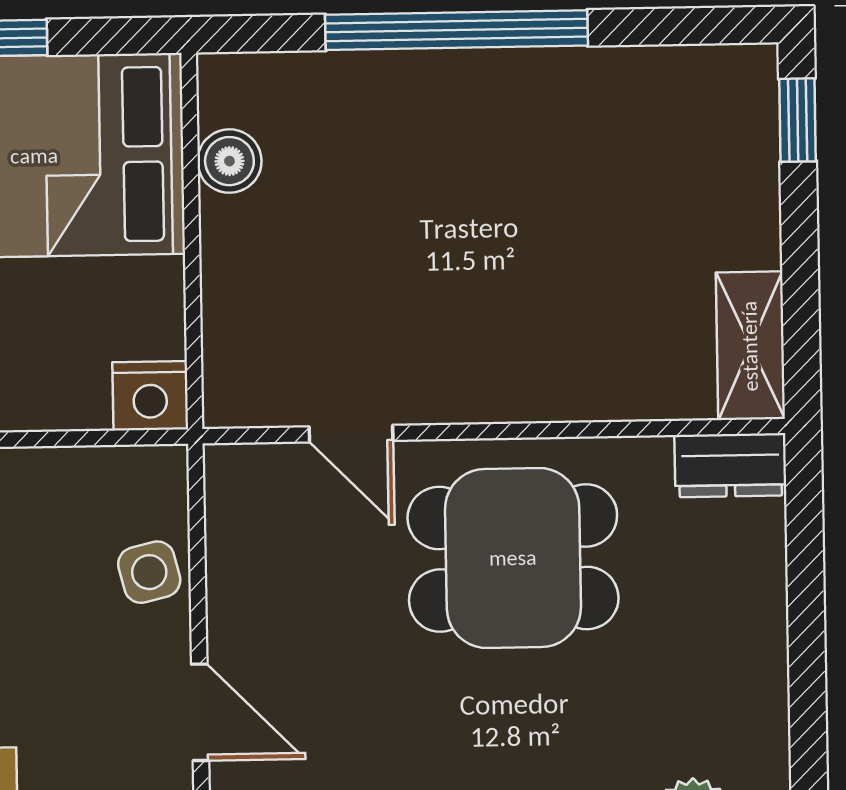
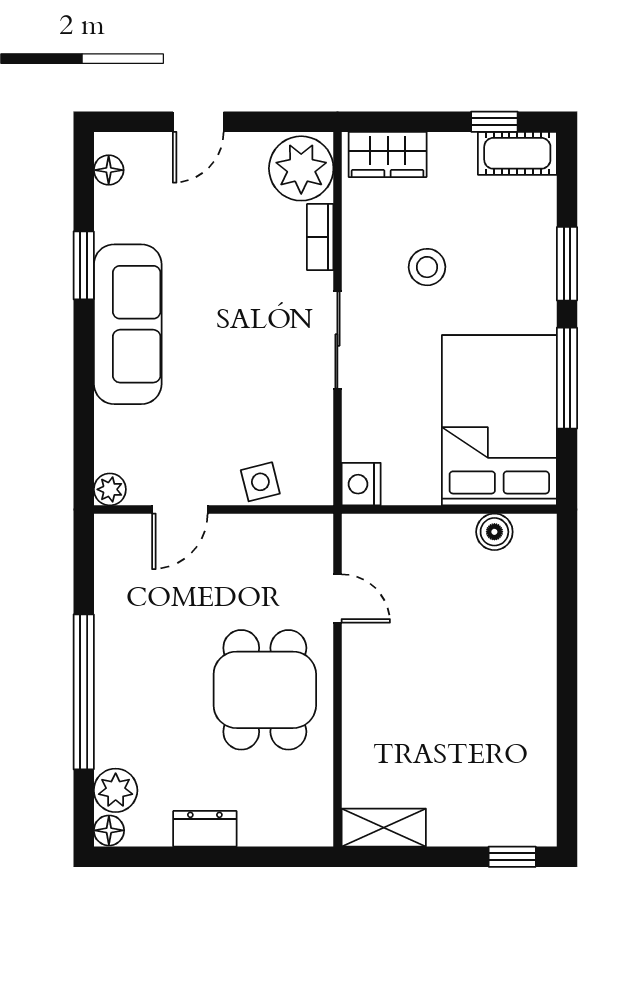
window: (457, 30) -> (567, 663), removed
door: (351, 434) -> (337, 599), swing flipped
dresser: (730, 465) -> (205, 829), moved, turned 90

